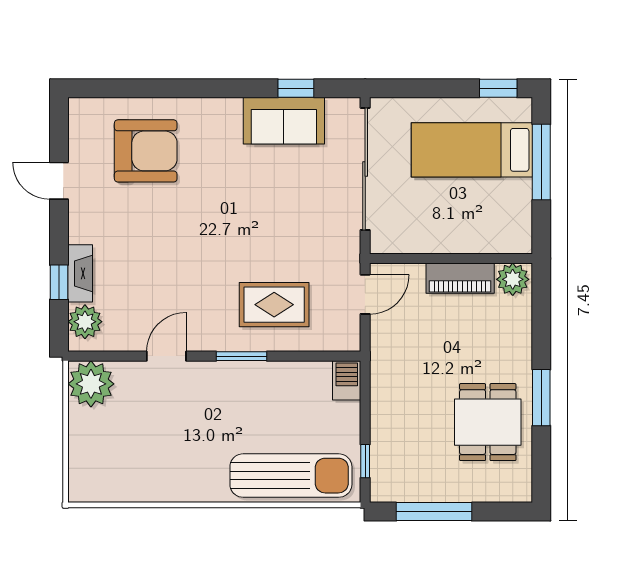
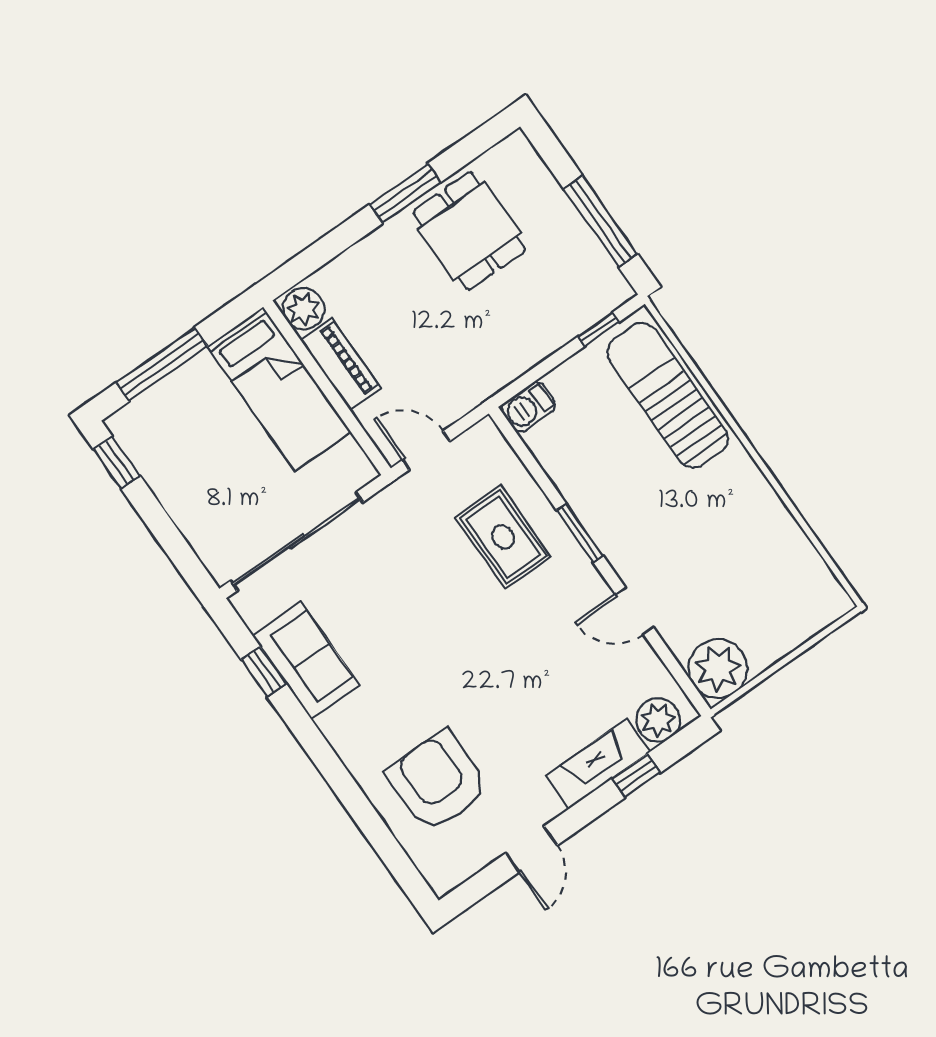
bed: (472, 150) -> (279, 389), moved
fireplace: (80, 273) -> (598, 764), width x1.37, depth x1.32
dining table: (488, 422) -> (469, 231), turned 90

